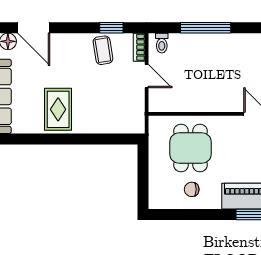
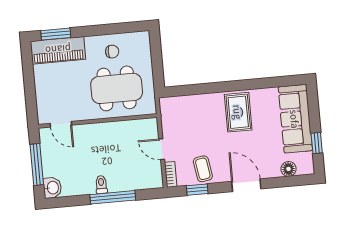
door: (34, 28) -> (246, 185), moved
toilet: (162, 43) -> (101, 184), moved
dining table: (191, 148) -> (117, 88), width x1.37

